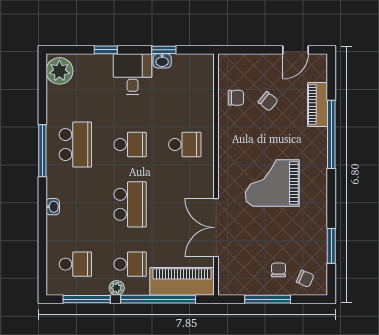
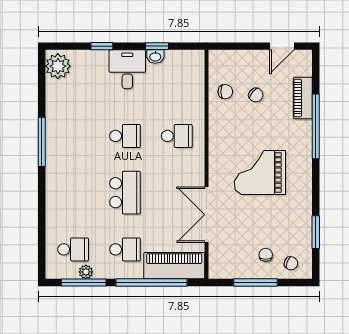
school desk: (75, 145) -> (73, 136), removed
washbasin: (53, 207) -> (52, 195), removed
plant: (117, 288) -> (86, 272), moved

